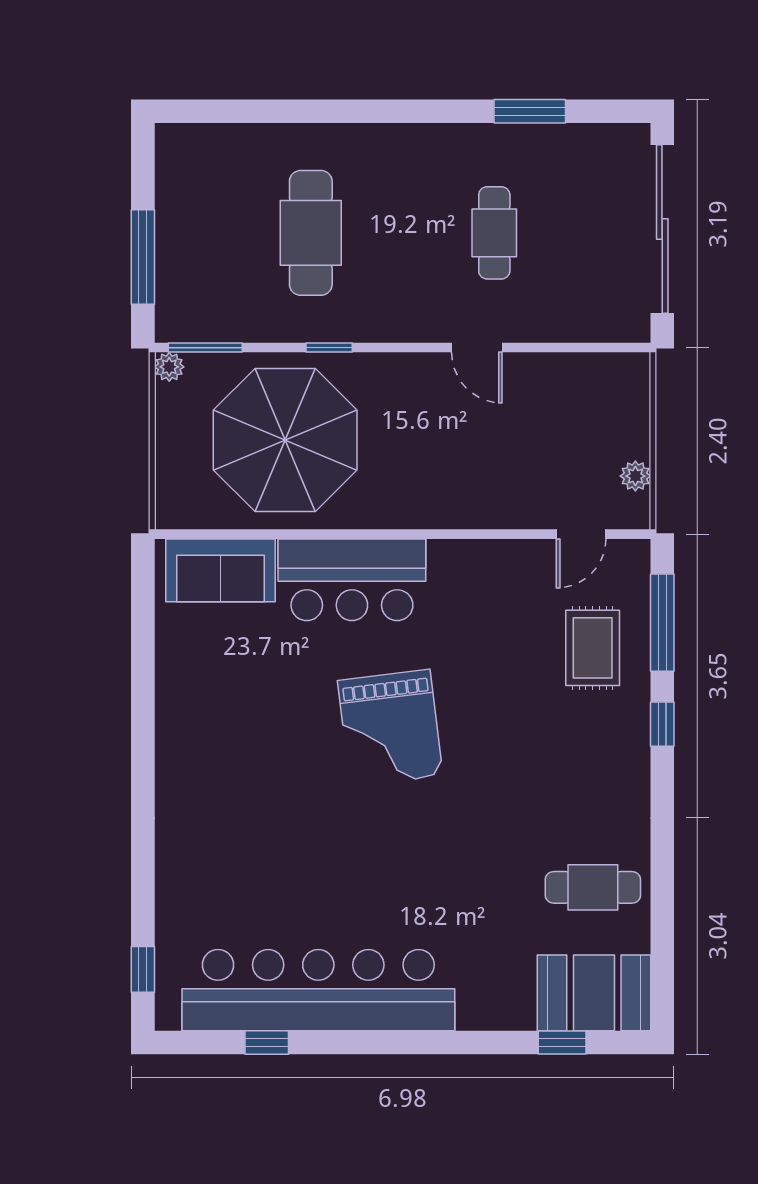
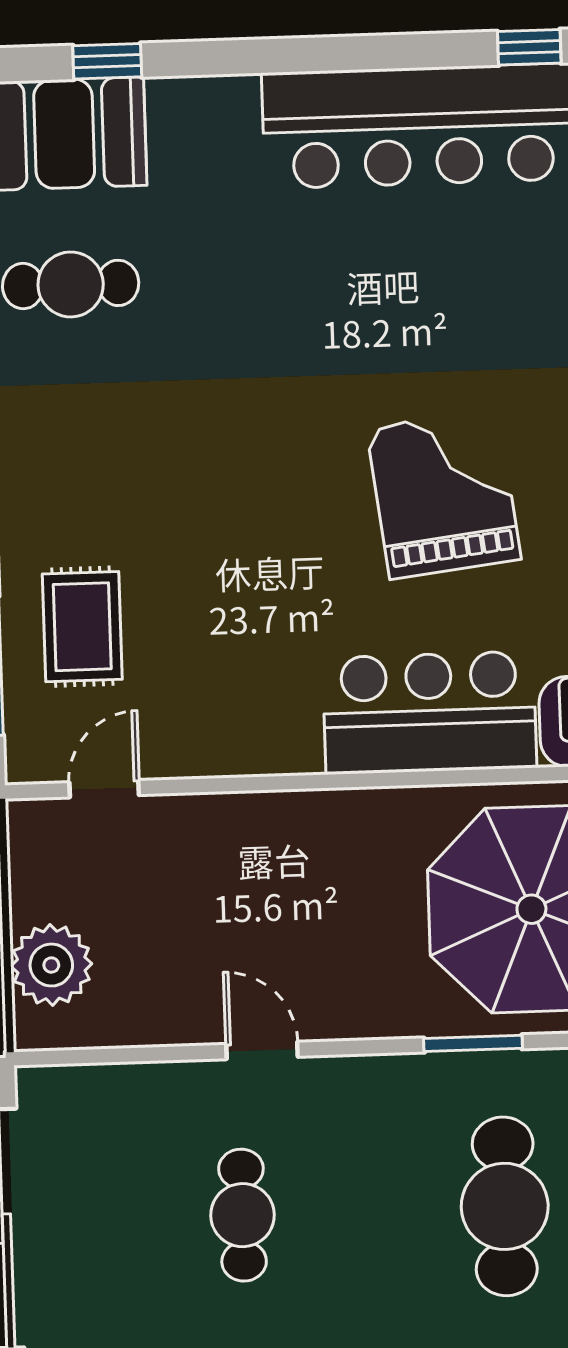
window: (329, 348) -> (473, 1043), width x1.50
plant: (635, 476) -> (51, 965), moved, width x1.88, depth x1.88
grand piano: (390, 728) -> (444, 494), moved

